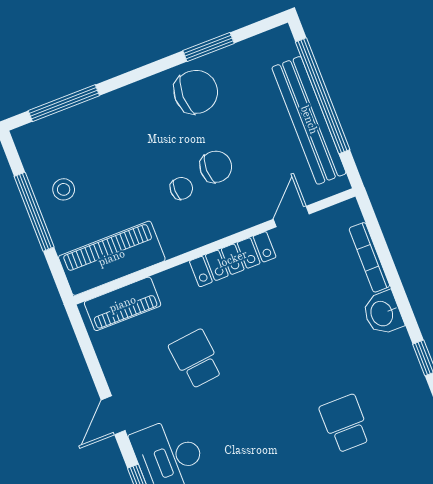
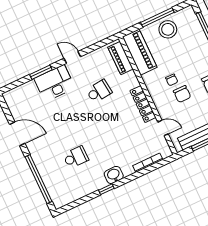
stool: (64, 189) -> (168, 29), width x1.89, depth x1.89
washbasin: (383, 313) -> (114, 175), moved

